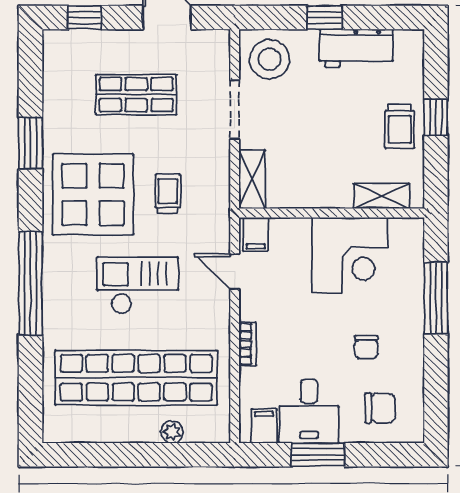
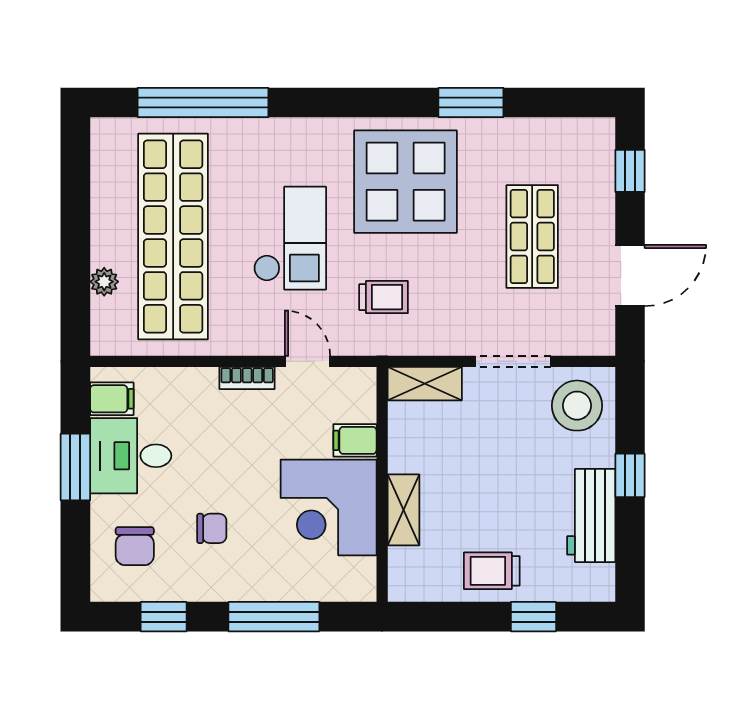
window: (436, 117) -> (533, 617), moved
trolley: (168, 194) -> (384, 297), moved
shelving: (382, 196) -> (403, 510), moved
filing cabinet: (256, 234) -> (355, 440), moved
door: (235, 272) -> (307, 361), hinge flipped
window: (31, 283) -> (203, 102), moved
bookcase: (248, 344) -> (247, 378), moved
chair: (366, 347) -> (212, 528), turned 180
window: (436, 385) -> (164, 617), added

